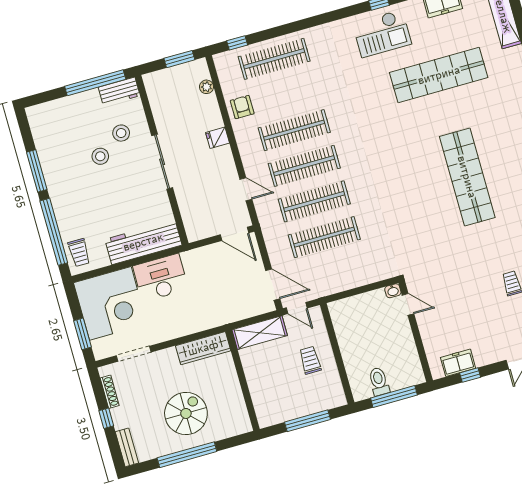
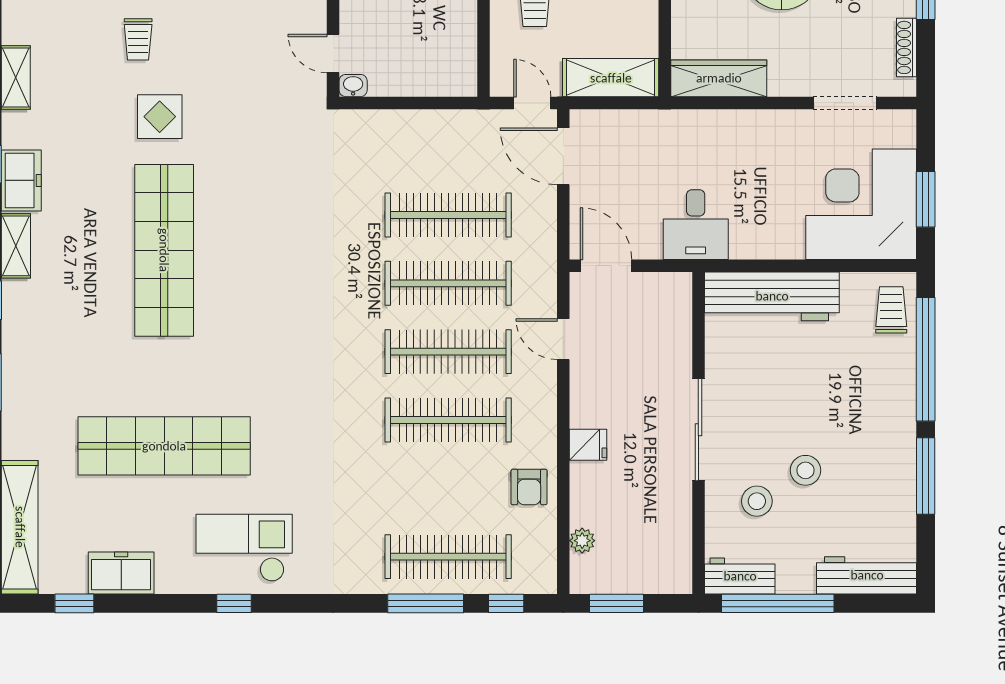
window: (279, 31) -> (426, 603), added
workbench: (53, 110) -> (867, 575), added
display table: (489, 246) -> (160, 117), added
desk: (161, 278) -> (696, 225), moved, width x0.73
window: (83, 334) -> (926, 199), moved

